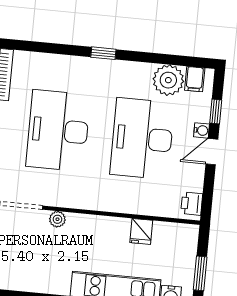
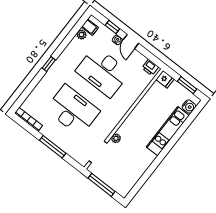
plant: (168, 80) -> (81, 35), width x0.53, depth x0.53
desk: (58, 130) -> (73, 110), turned 180
fridge: (141, 231) -> (165, 79), moved

